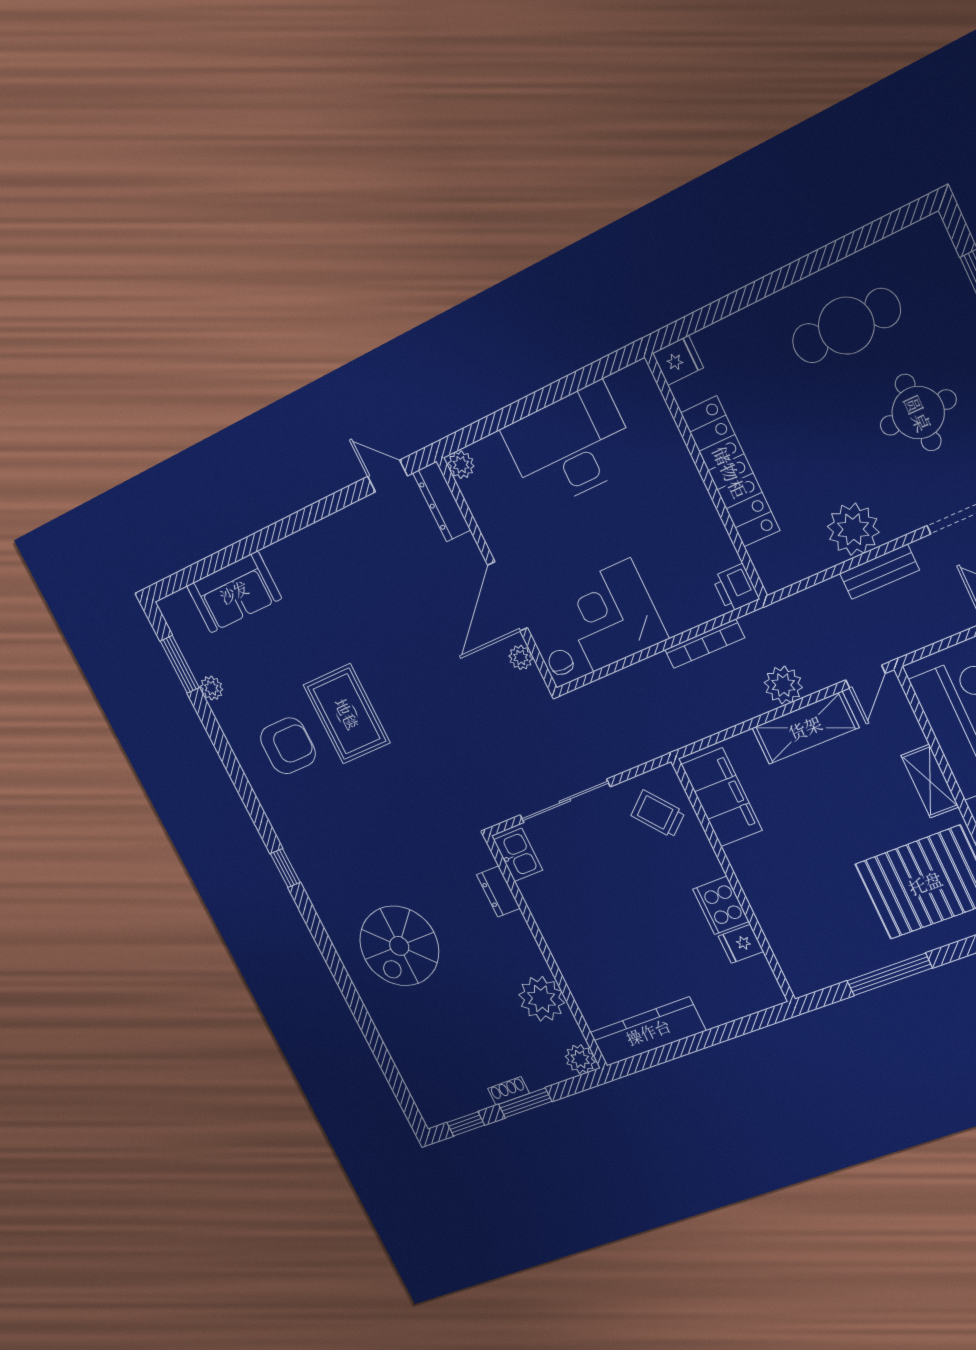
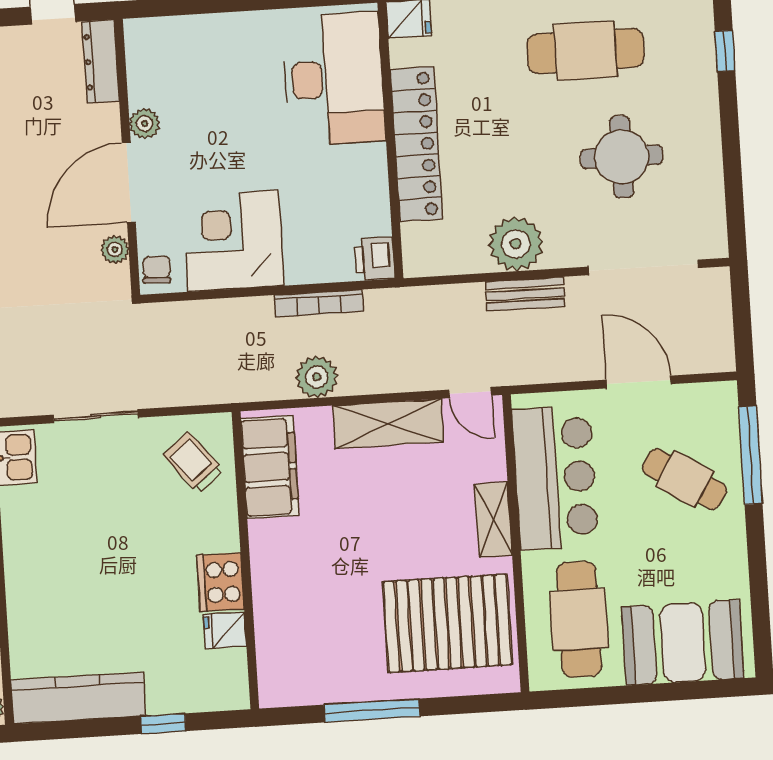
desk: (570, 446) -> (334, 79), moved, turned 90
plant: (461, 465) -> (145, 124), moved
door: (866, 677) -> (470, 393), hinge flipped
plant: (783, 685) -> (317, 377), moved
sliding door: (565, 801) -> (96, 416), width x0.73
window: (723, 1033) -> (163, 724), added

